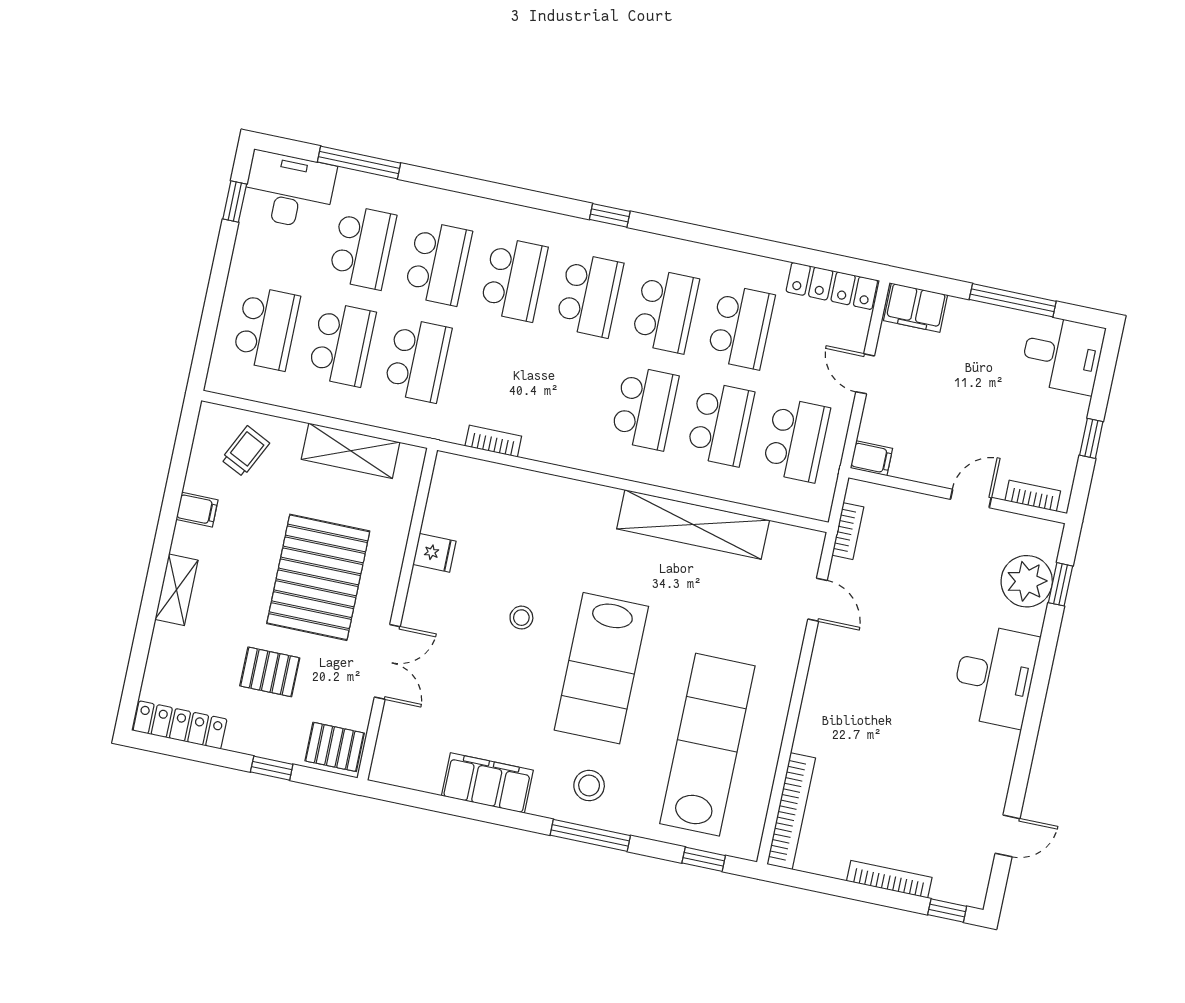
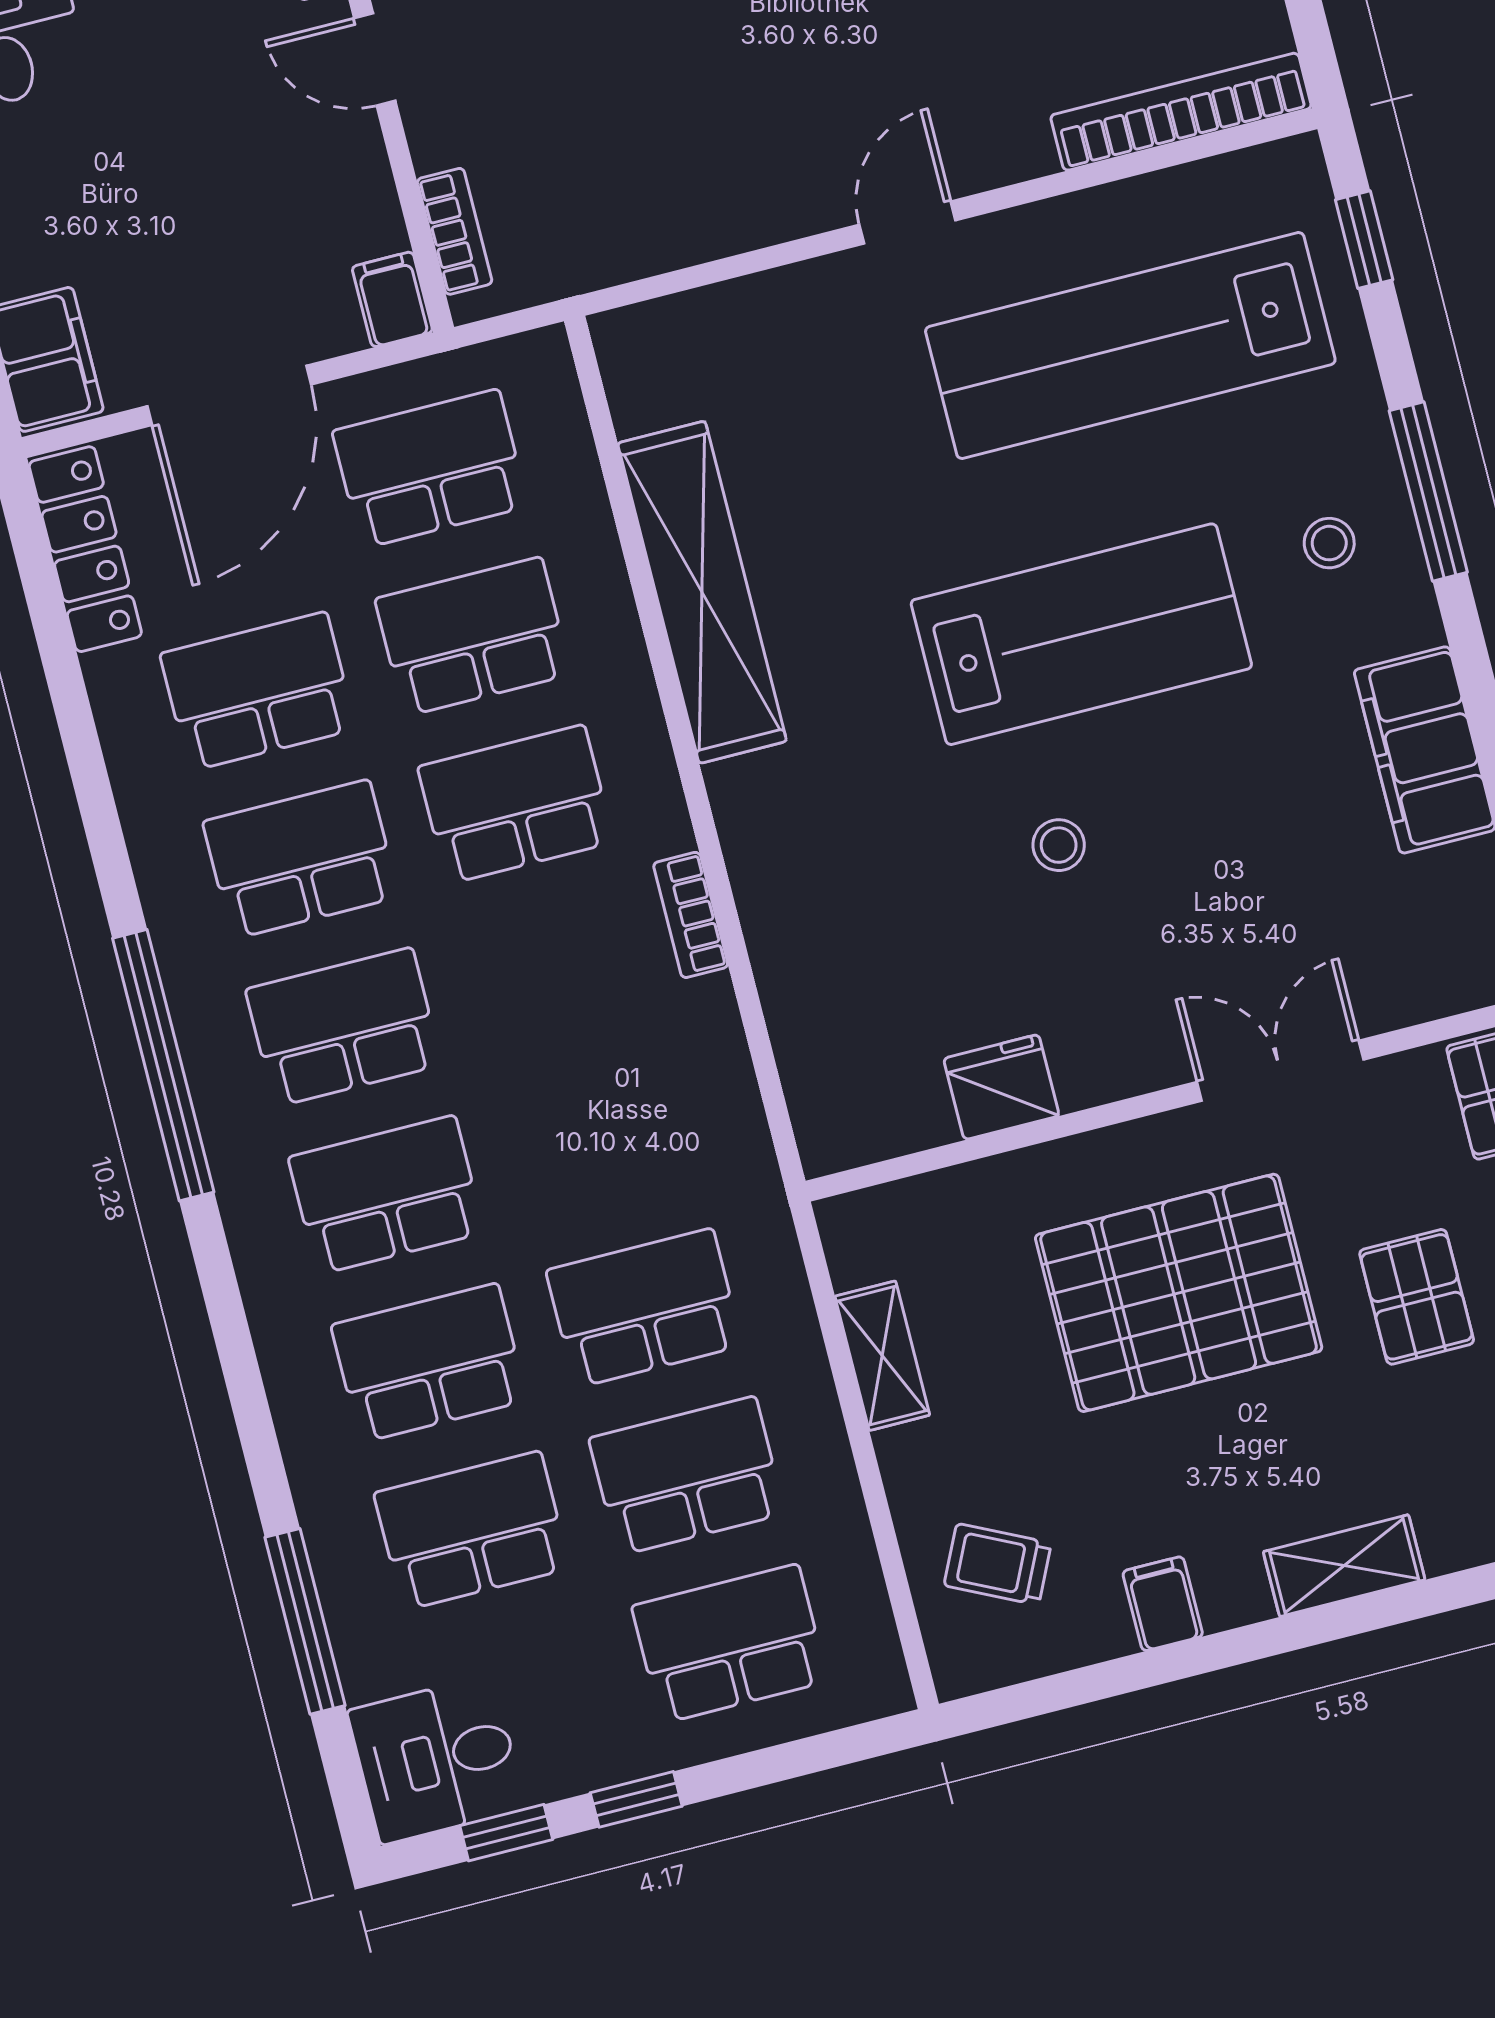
desk: (289, 190) -> (437, 1760), width x0.73
window: (610, 215) -> (163, 1065), width x3.17
window: (222, 260) -> (636, 1799), added
door: (865, 374) -> (229, 395), width x1.88
bookcase: (493, 441) -> (691, 915), moved
shelving: (351, 451) -> (882, 1356), width x0.67, depth x0.75
bookcase: (848, 531) -> (455, 231), moved, turned 90
fridge: (434, 553) -> (1001, 1087), width x1.38
door: (817, 600) -> (907, 223), moved
stool: (589, 785) -> (1329, 543), width x0.73, depth x0.73

